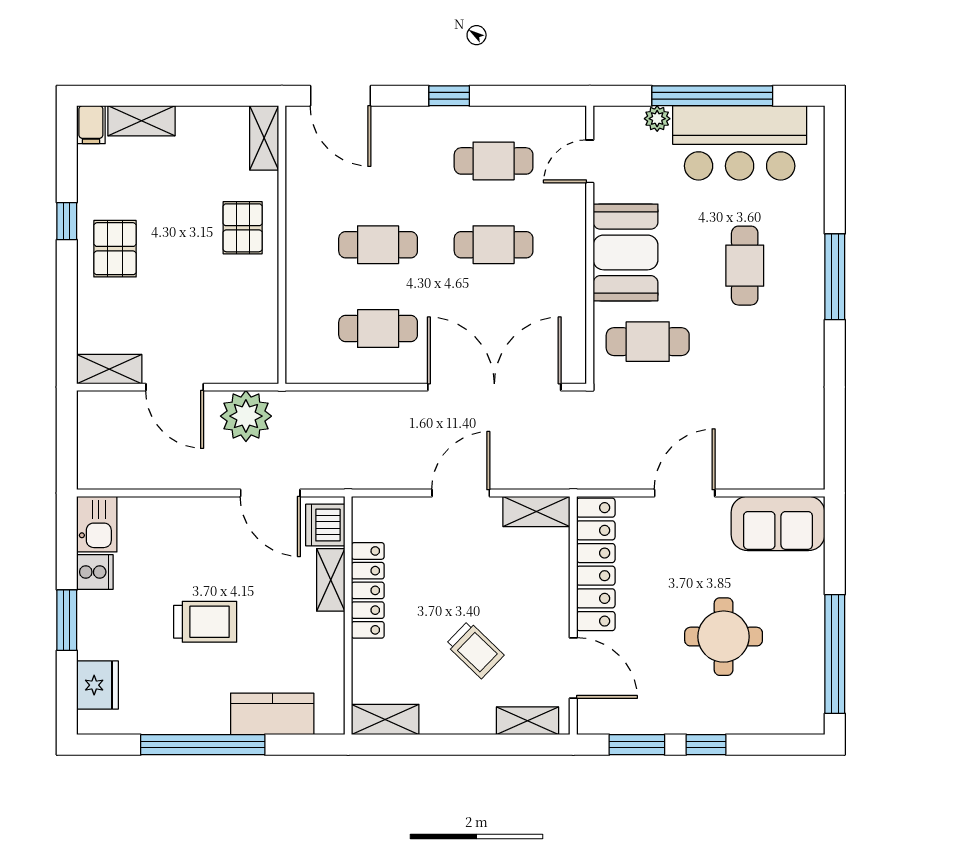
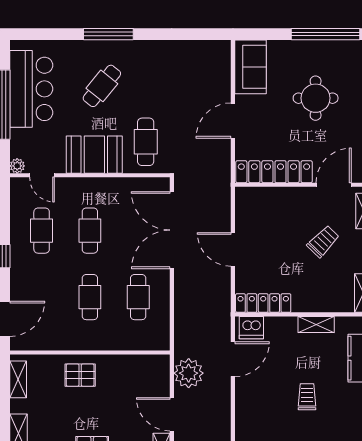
plant: (657, 119) -> (17, 166), moved
shelving: (264, 138) -> (18, 379), moved, turned 90
cafe table: (745, 266) -> (102, 86), turned -51
door: (175, 387) -> (172, 414), swing flipped
door: (685, 493) -> (233, 121), hinge flipped
shelving: (536, 511) -> (243, 206), removed
shelving: (331, 580) -> (316, 324), moved
locker: (368, 590) -> (263, 303), moved
trolley: (205, 622) -> (307, 397), width x0.73, depth x0.72

